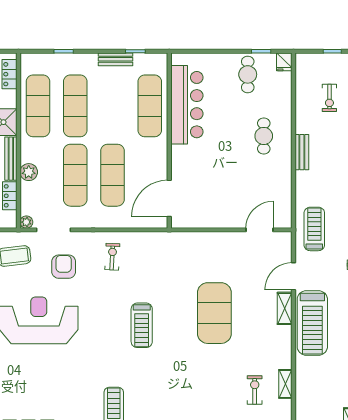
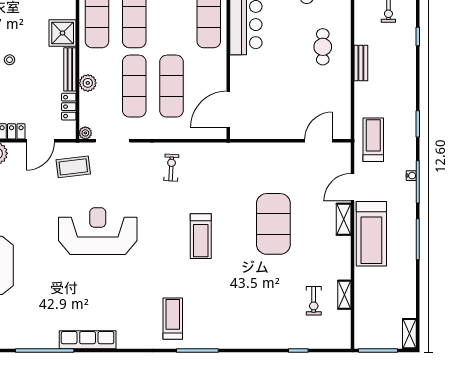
armchair: (64, 267) -> (123, 178), removed
exercise bike: (255, 390) -> (314, 301), turned 180

